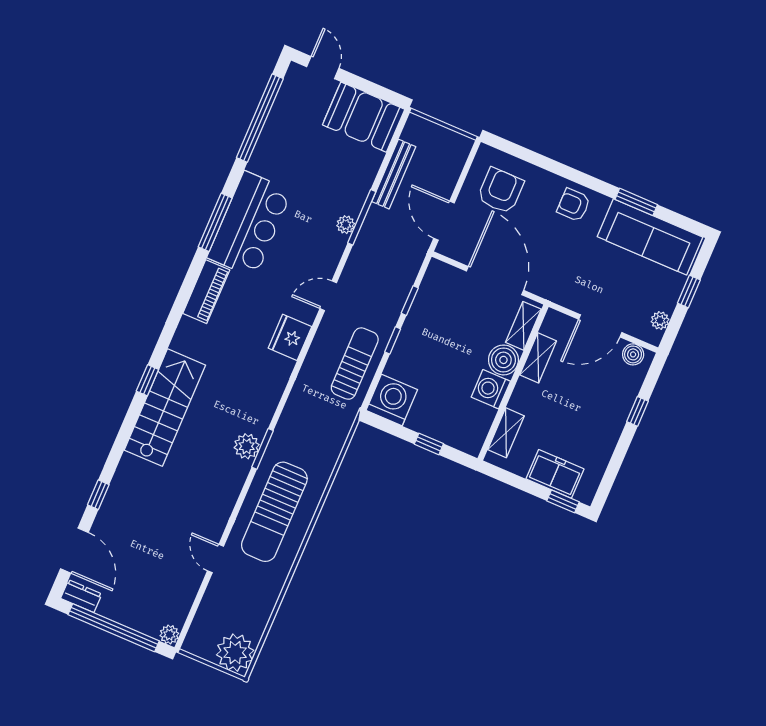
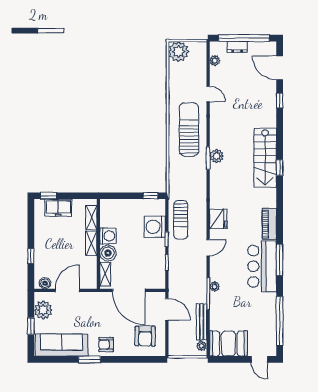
plant: (411, 133) -> (202, 346), added
window: (636, 202) -> (90, 359), moved
armchair: (574, 205) -> (106, 345), turned 180
plant: (660, 321) -> (43, 310), width x1.88, depth x1.88
shelving: (538, 358) -> (91, 243), moved
washing machine: (392, 400) -> (155, 227), moved, turned 90
window: (429, 444) -> (150, 196), moved
dresser: (81, 596) -> (237, 47), moved
plant: (169, 635) -> (215, 61), moved

